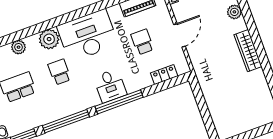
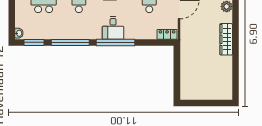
locker: (164, 75) -> (167, 34), moved

